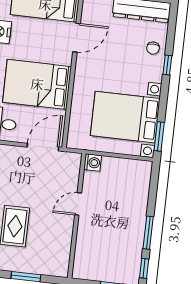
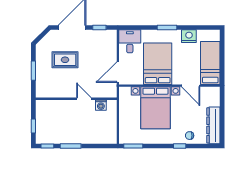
bed with nightstands: (125, 117) -> (156, 108), moved, turned 180
door: (43, 147) -> (118, 72), swing flipped
washing machine: (93, 163) -> (101, 105), moved

